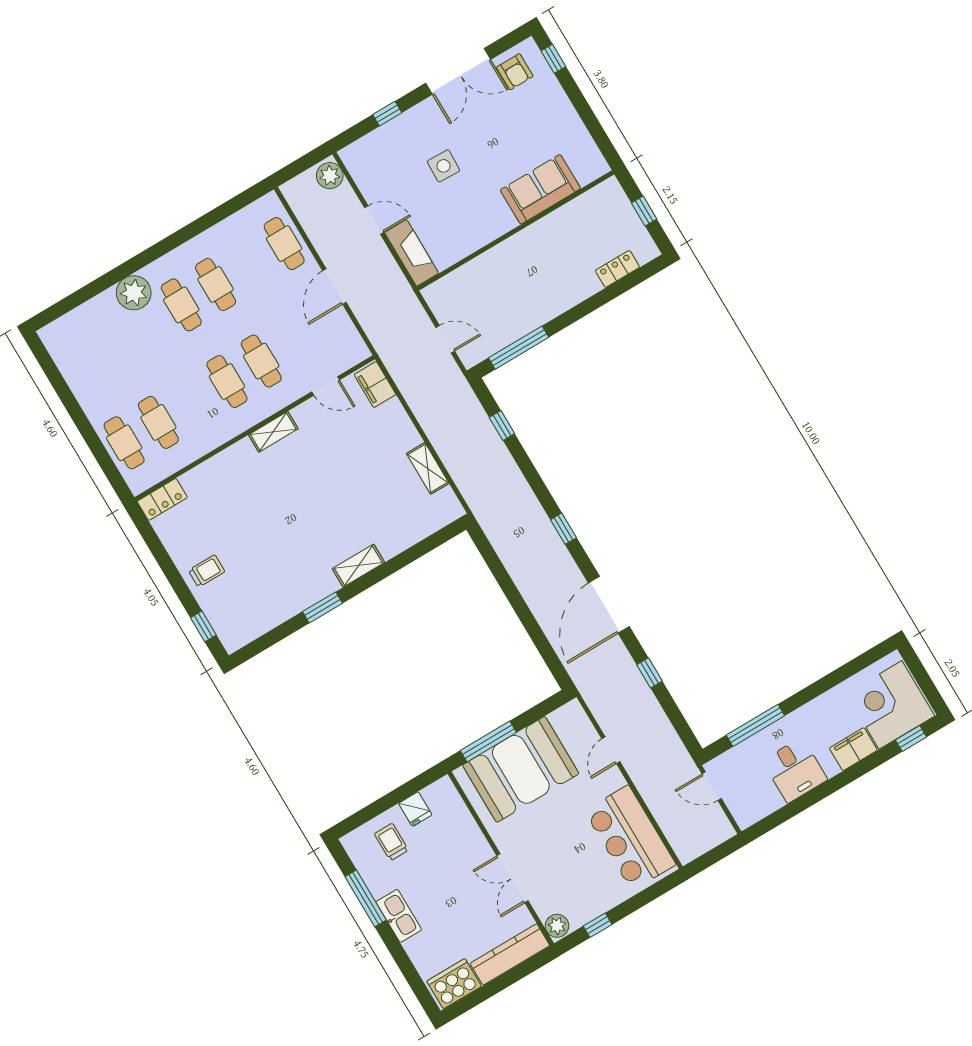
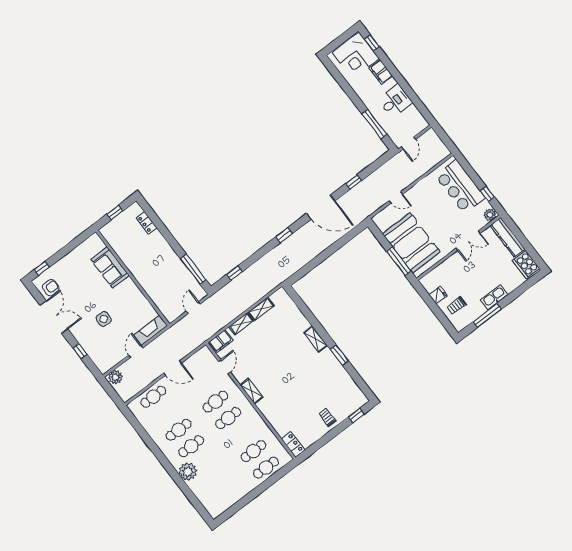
shelving: (404, 427) -> (241, 324), added
bar counter: (630, 838) -> (460, 187), moved, turned 90

